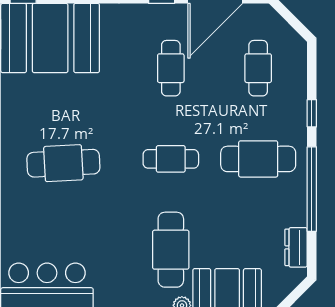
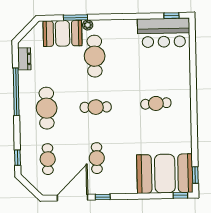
window: (312, 113) -> (18, 158), moved
cafe table: (258, 159) -> (47, 108), turned 90
cafe table: (63, 163) -> (156, 103), width x0.73, depth x0.74

